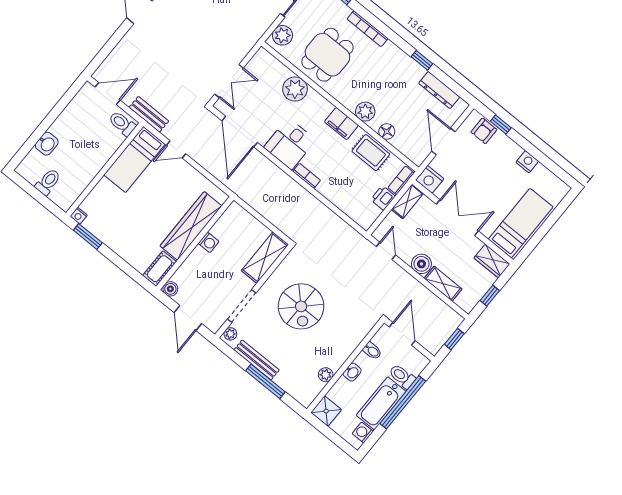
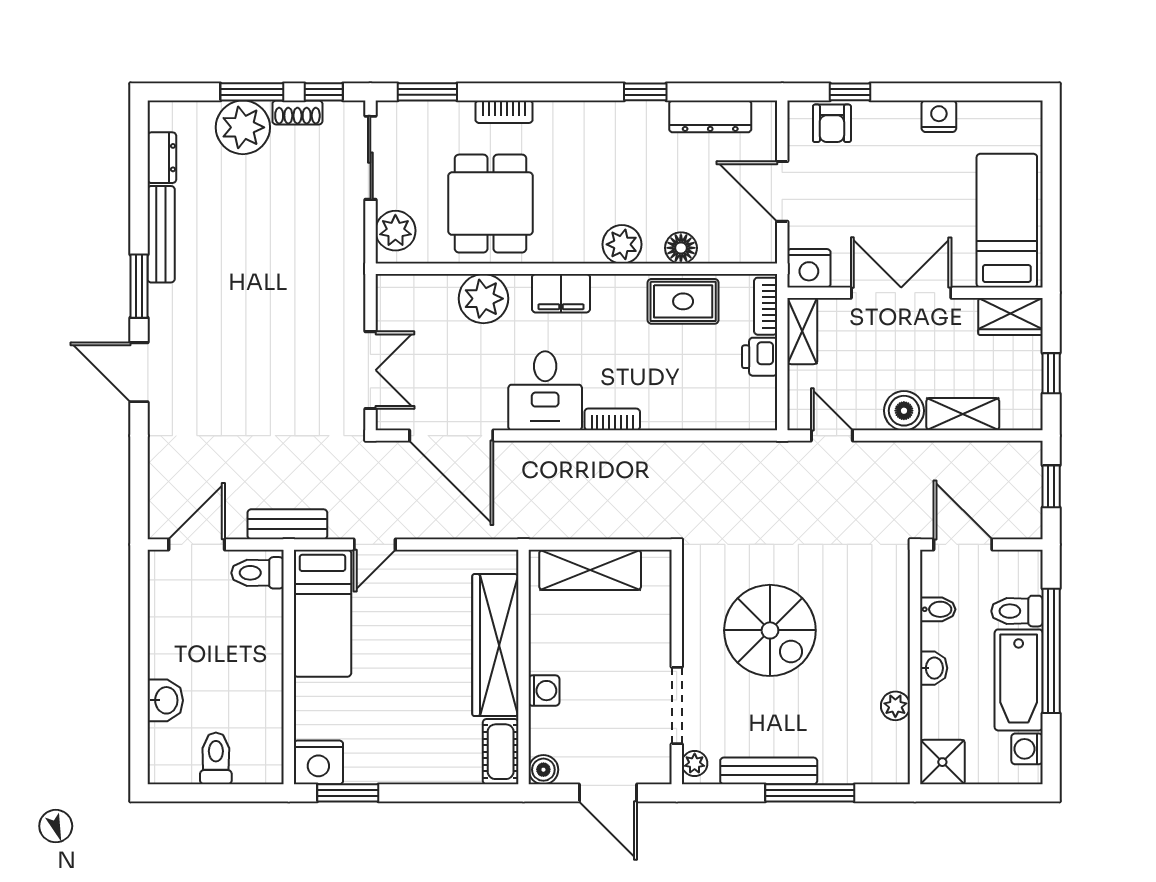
bookcase: (368, 29) -> (504, 112), width x0.64
filing cabinet: (341, 124) -> (561, 293), moved
nightstand: (79, 216) -> (318, 762), width x1.89, depth x1.79
washing machine: (209, 242) -> (544, 691), moved
shelving: (265, 258) -> (590, 570), moved, turned 90

